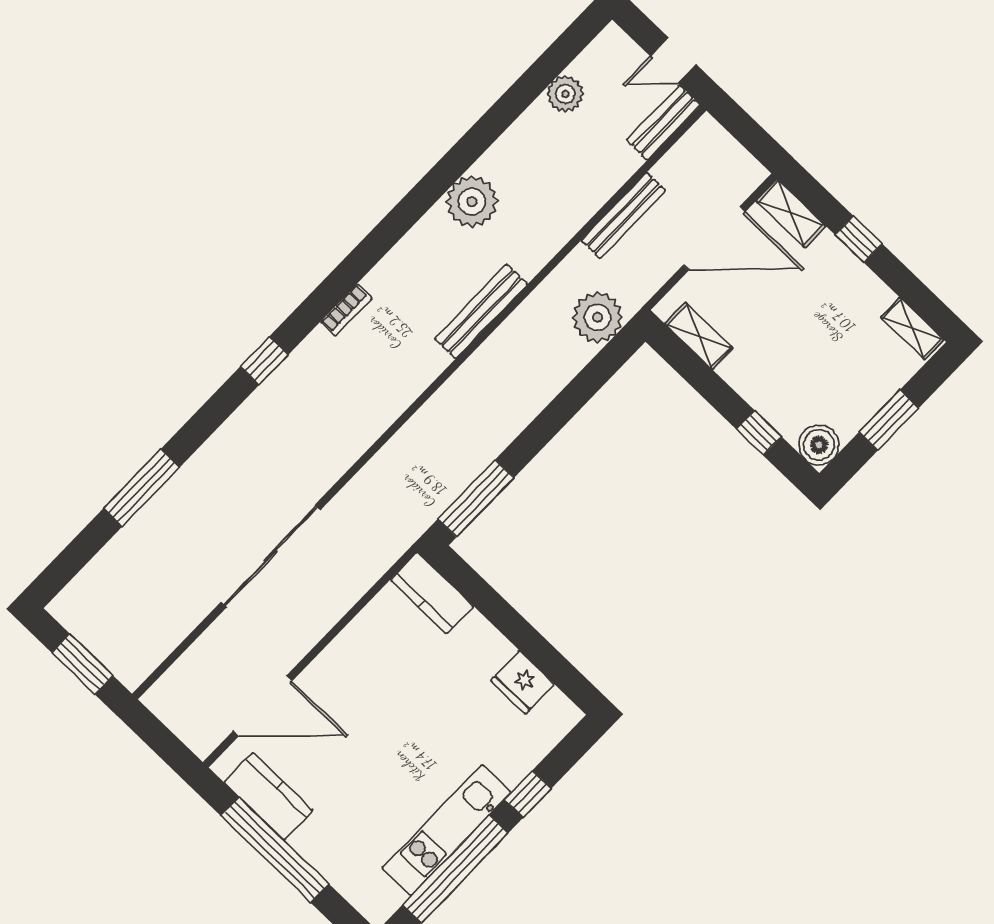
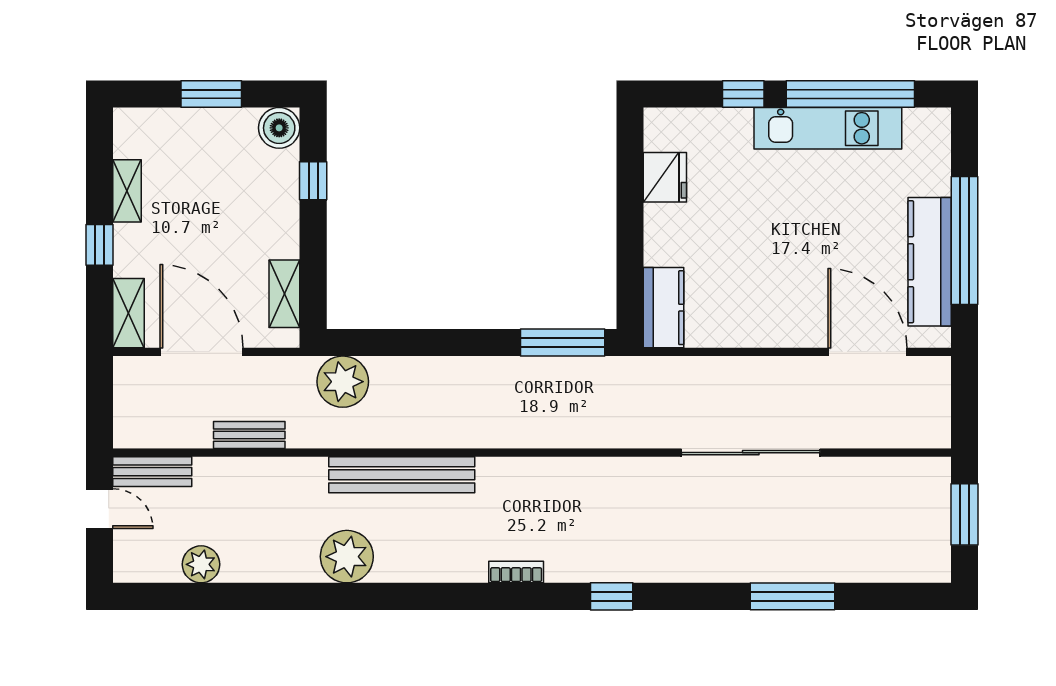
bench: (623, 215) -> (249, 435), width x0.73
bench: (481, 311) -> (402, 475), width x1.37, depth x1.21
shelving: (912, 328) -> (127, 191), moved
kitchen counter: (269, 796) -> (930, 262), width x1.50

